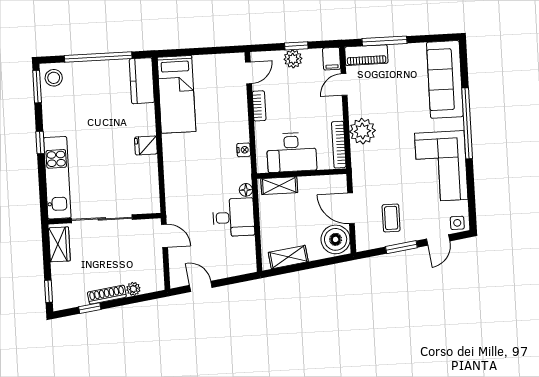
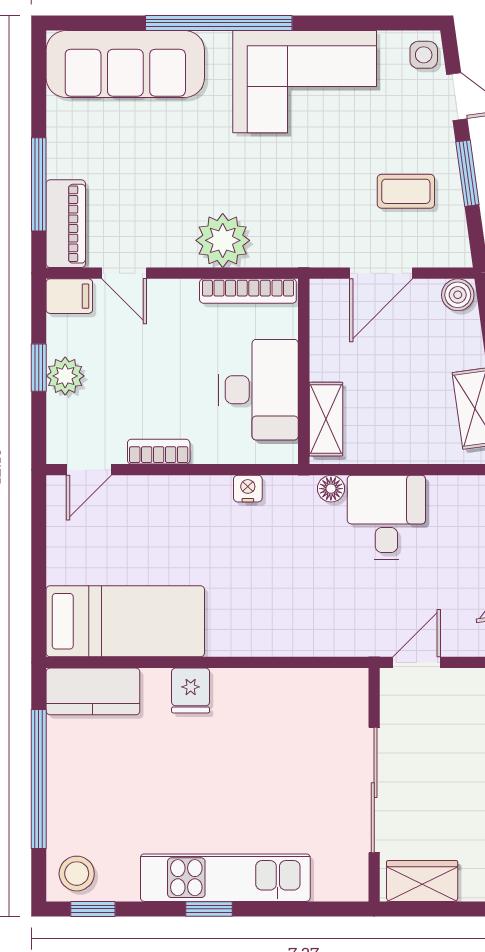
door: (248, 73) -> (89, 470), swing flipped
window: (37, 87) -> (93, 909), width x0.67
fridge: (146, 145) -> (191, 691), moved
kitchen unit: (57, 178) -> (225, 878), moved
boiler: (336, 239) -> (458, 295), width x0.54, depth x0.54

